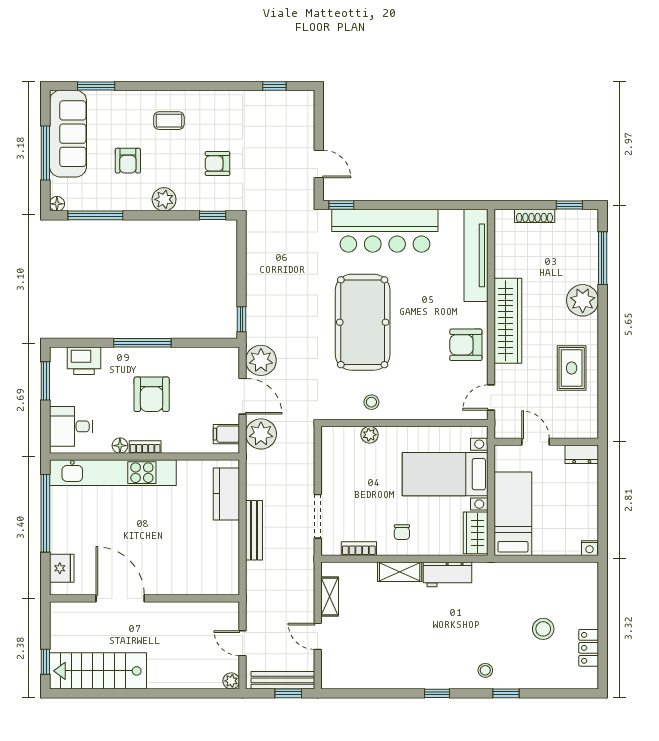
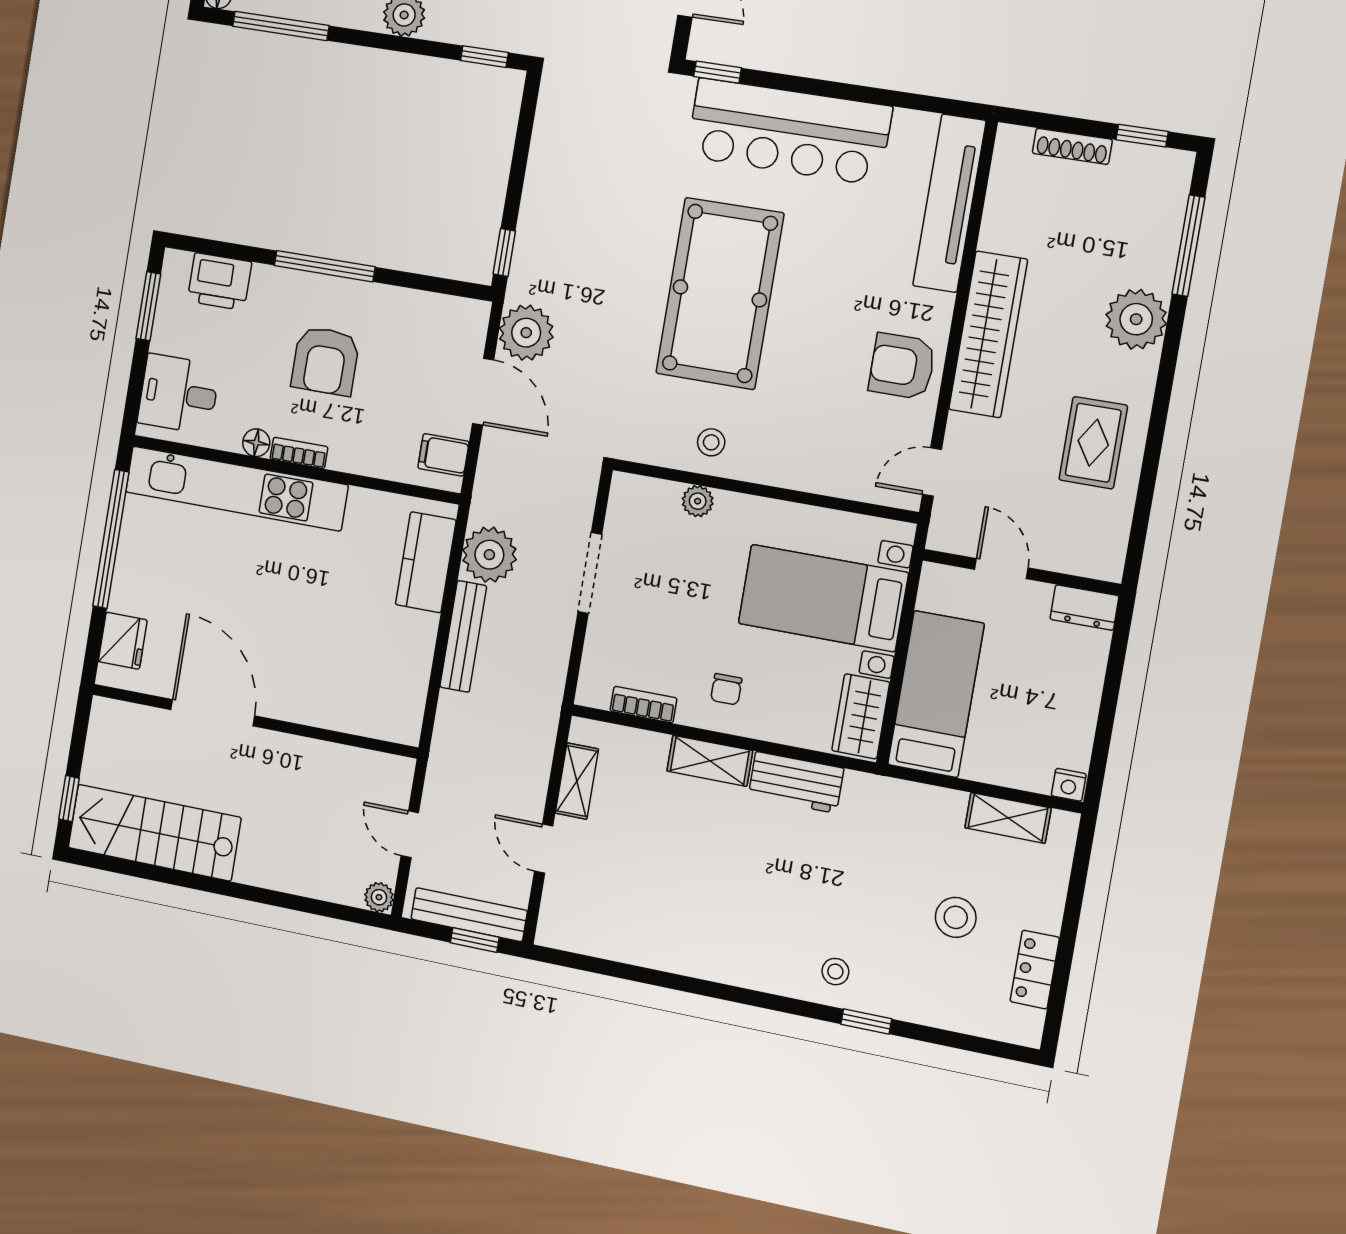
plant: (261, 434) -> (489, 555), moved
doorway: (318, 516) -> (590, 573), moved
shelving: (561, 571) -> (1008, 818), added
window: (437, 693) -> (740, 995), removed

